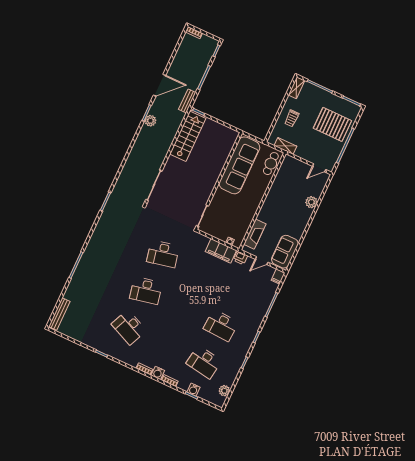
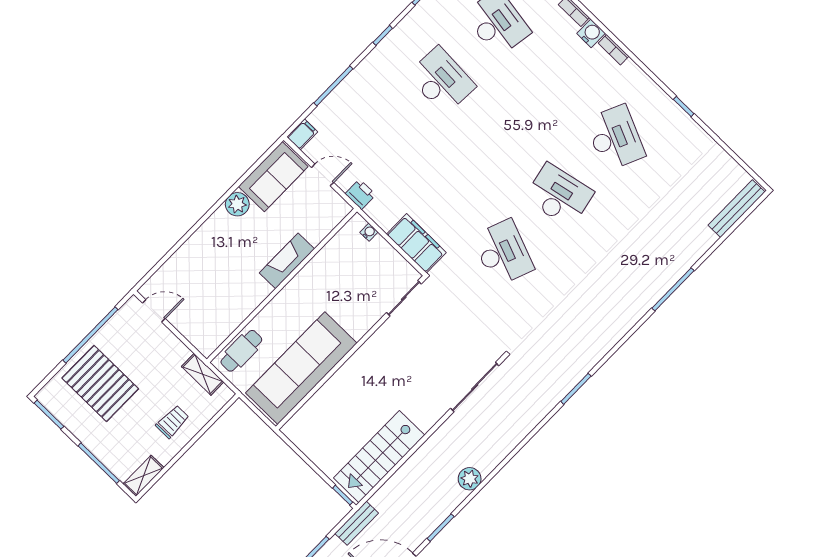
plant: (150, 121) -> (470, 479), moved
plant: (311, 202) -> (237, 204), moved
fireplace: (255, 234) -> (287, 261), moved
filing cabinet: (221, 251) -> (416, 243), moved
desk: (163, 254) -> (503, 253), turned 33

